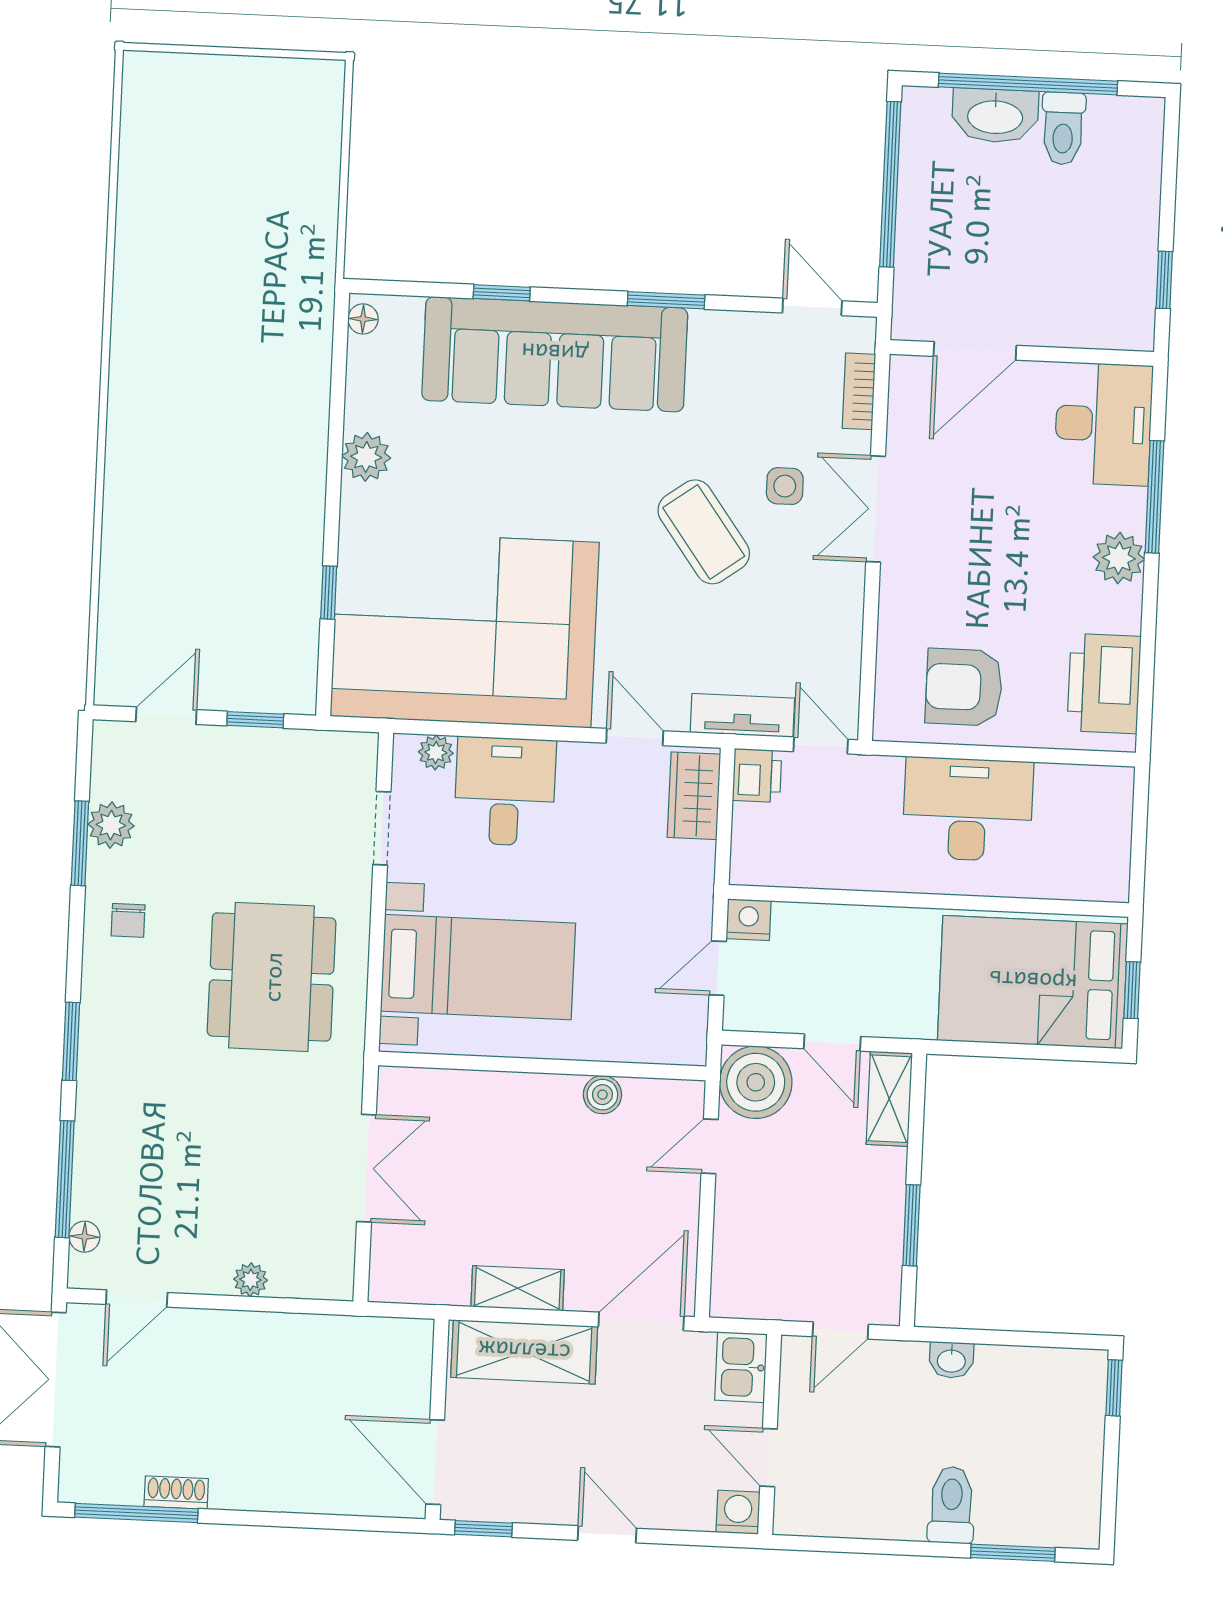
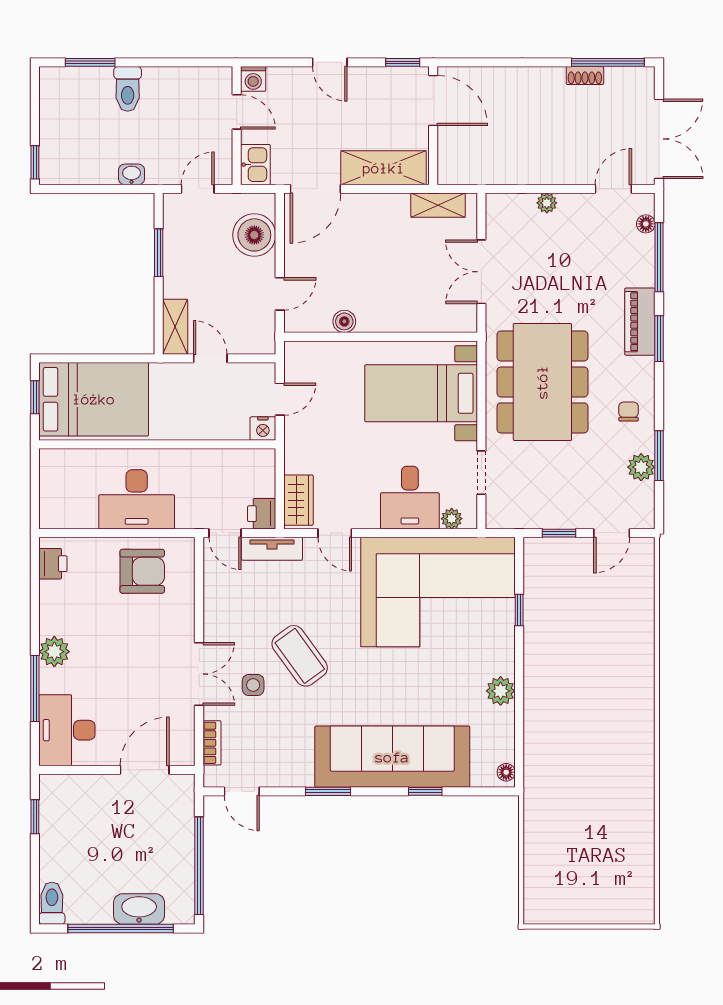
toilet: (1063, 128) -> (52, 903), moved
printer: (1104, 684) -> (53, 564), width x0.53, depth x0.68
dining table: (272, 977) -> (542, 382), width x1.36, depth x1.24
piano: (102, 1072) -> (640, 322), added
boiler: (756, 1082) -> (254, 235), moved
shelving: (518, 1288) -> (438, 205), moved

